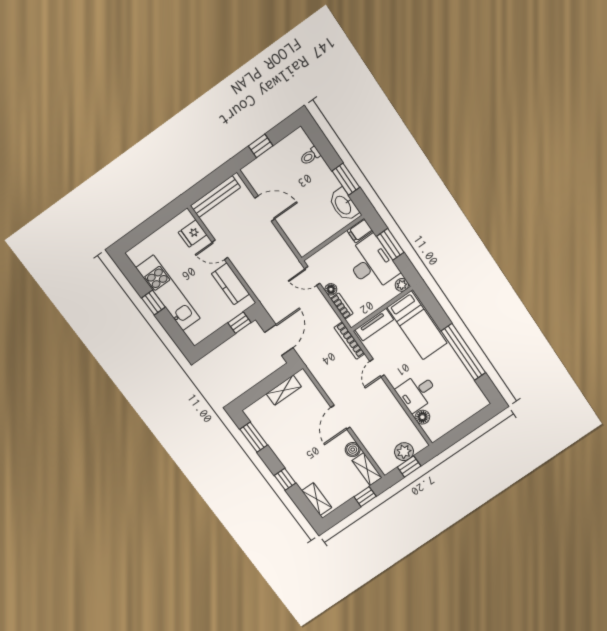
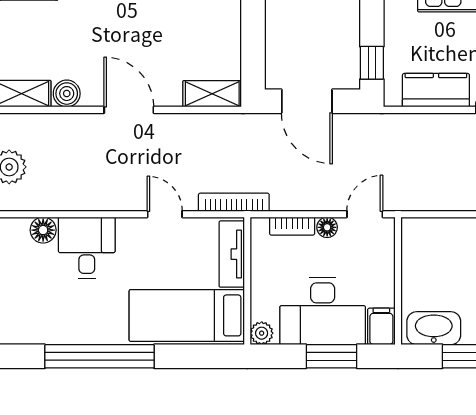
shelving: (284, 390) -> (212, 94), moved, turned 90

